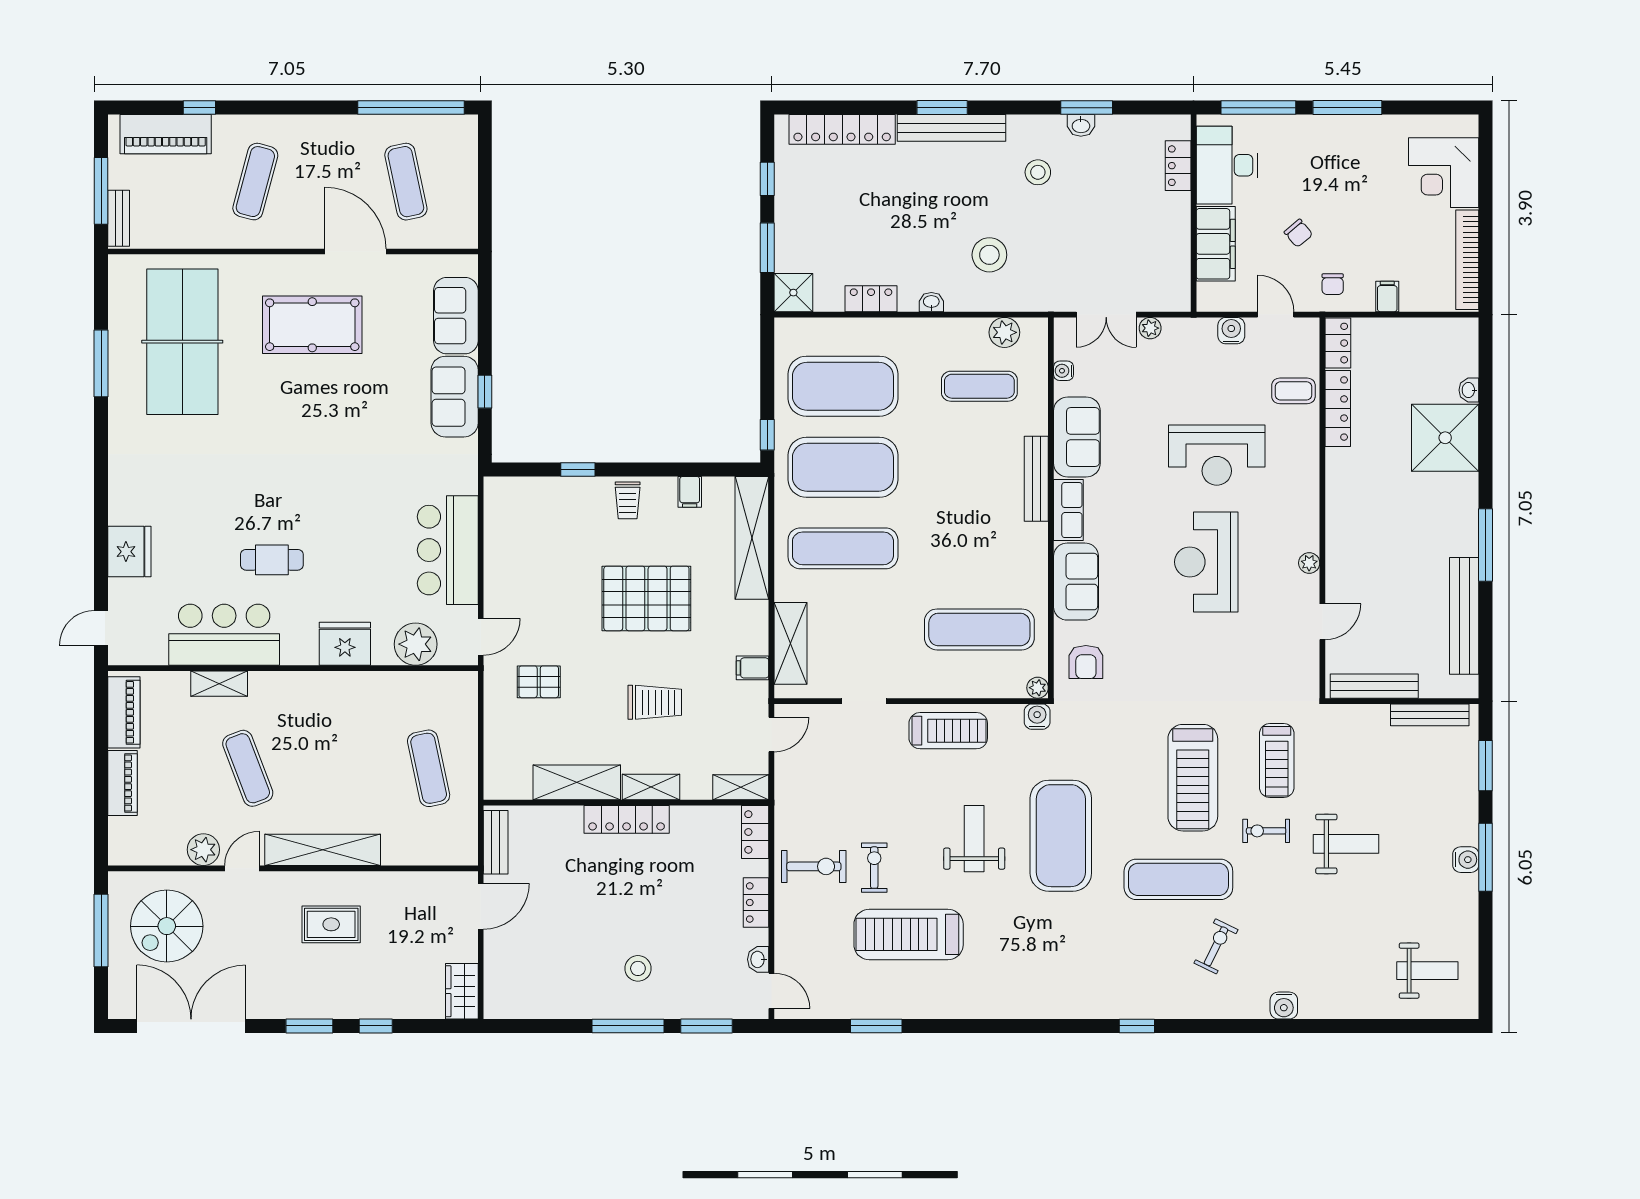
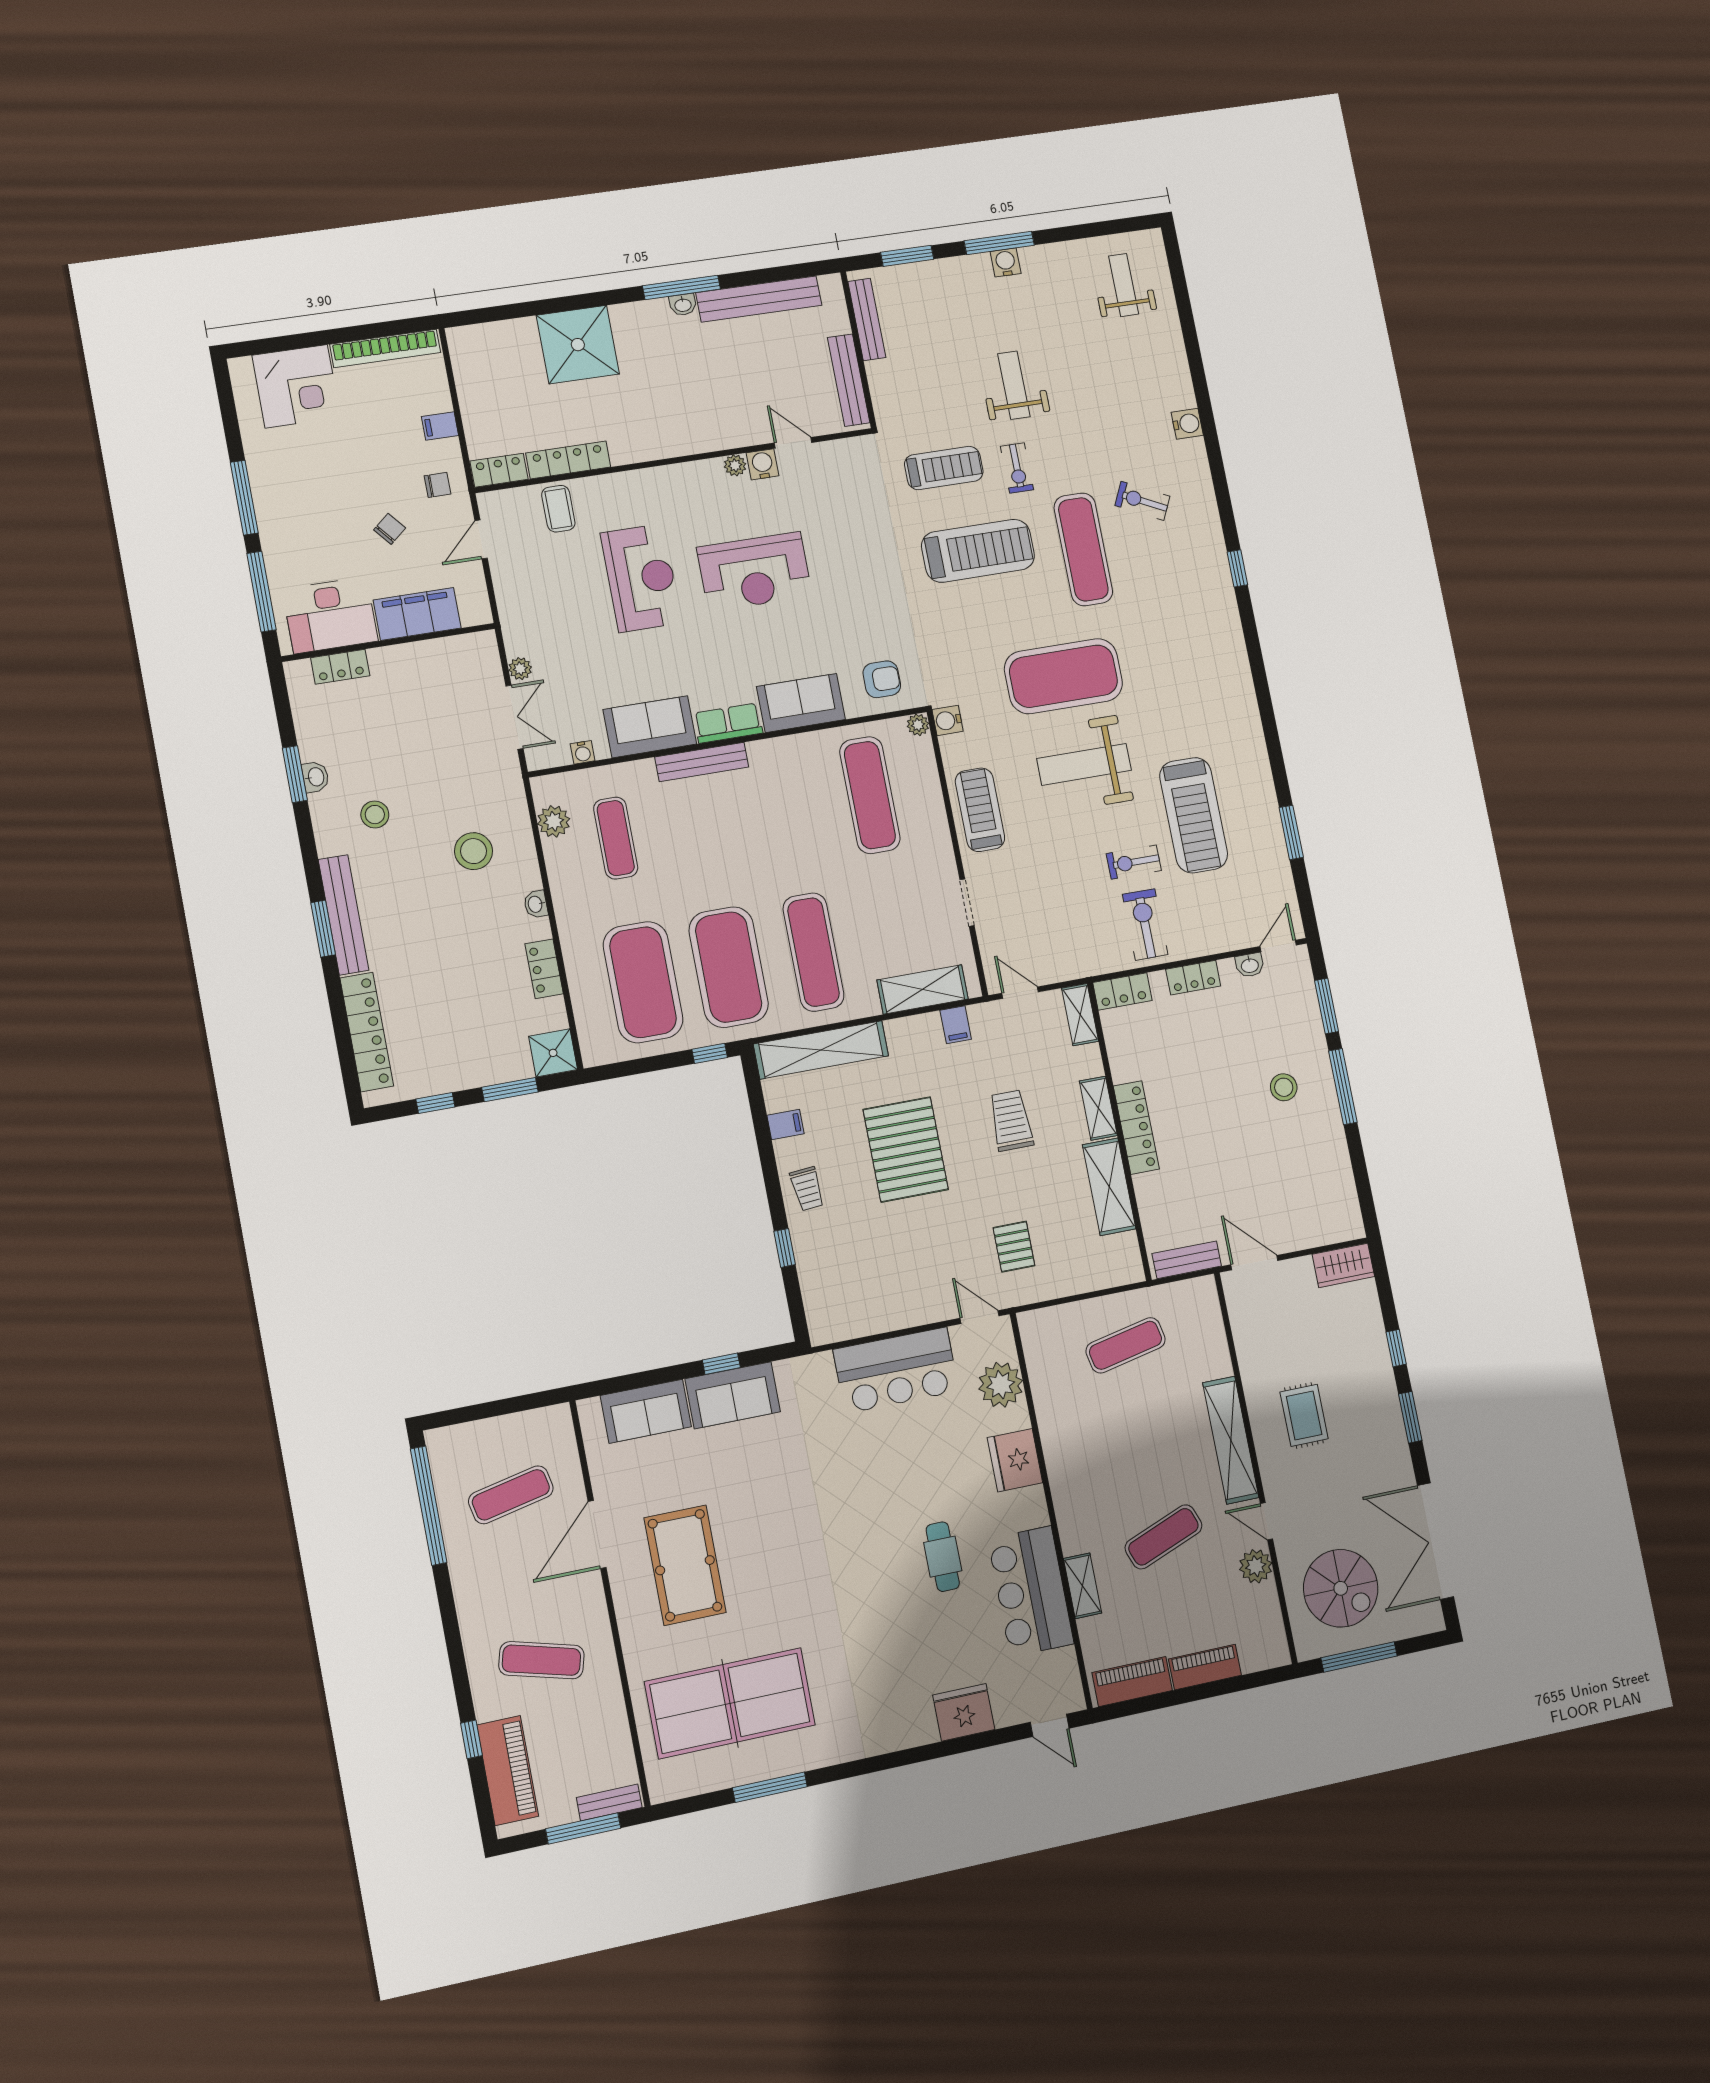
water cooler: (1231, 331) -> (763, 464), moved, turned 90
washbasin: (1469, 390) -> (683, 305), moved
trolley: (628, 500) -> (807, 1189), turned 85
weight bench: (974, 839) -> (1084, 764), width x1.36, depth x1.33

